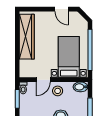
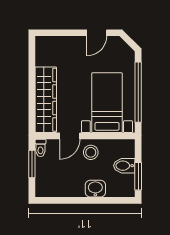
door: (62, 9) -> (97, 33), hinge flipped
wardrobe: (27, 37) -> (46, 100), moved
bidet: (81, 87) -> (124, 166), moved

